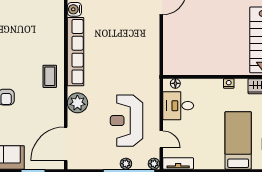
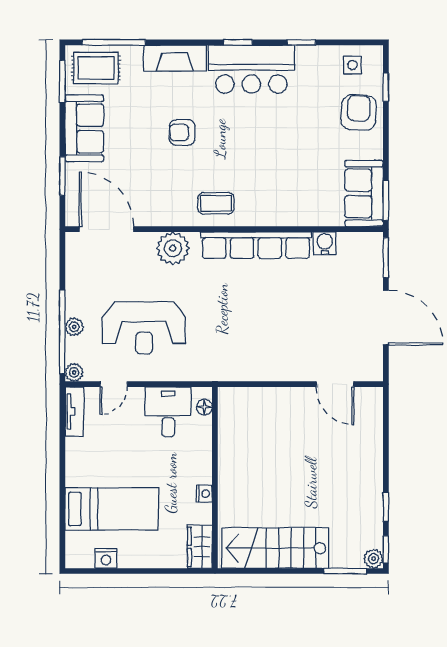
reception desk: (127, 121) -> (144, 328), turned 180

